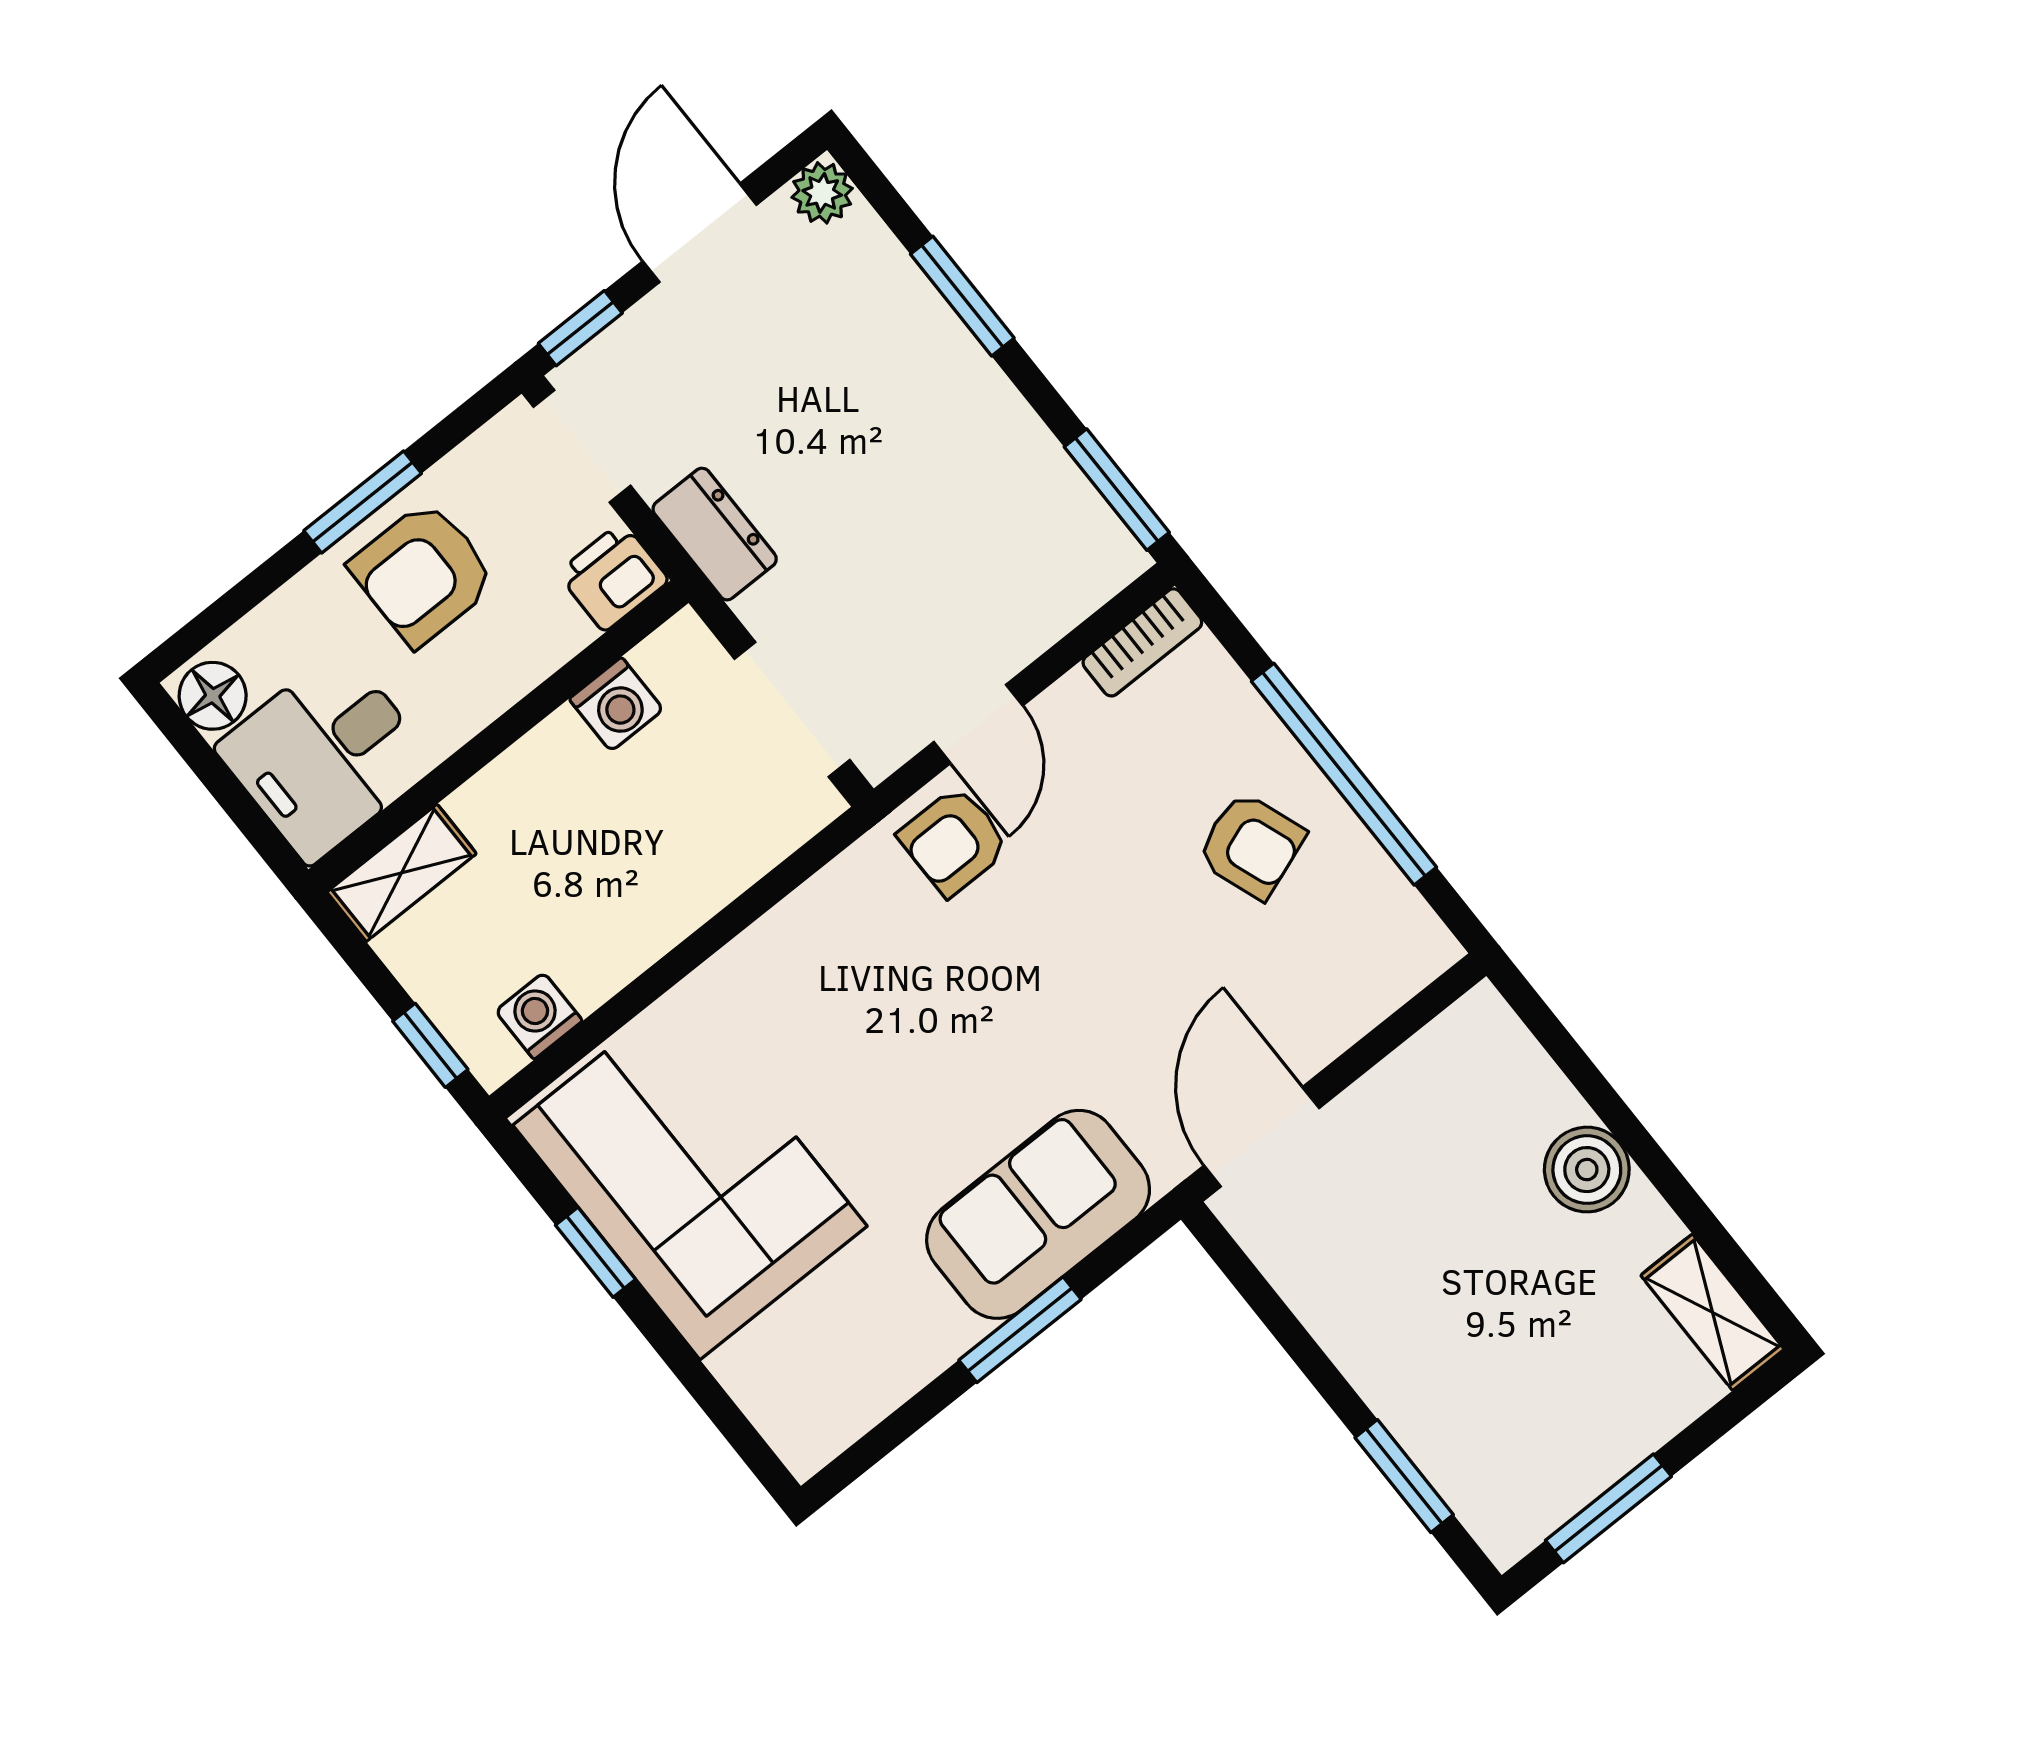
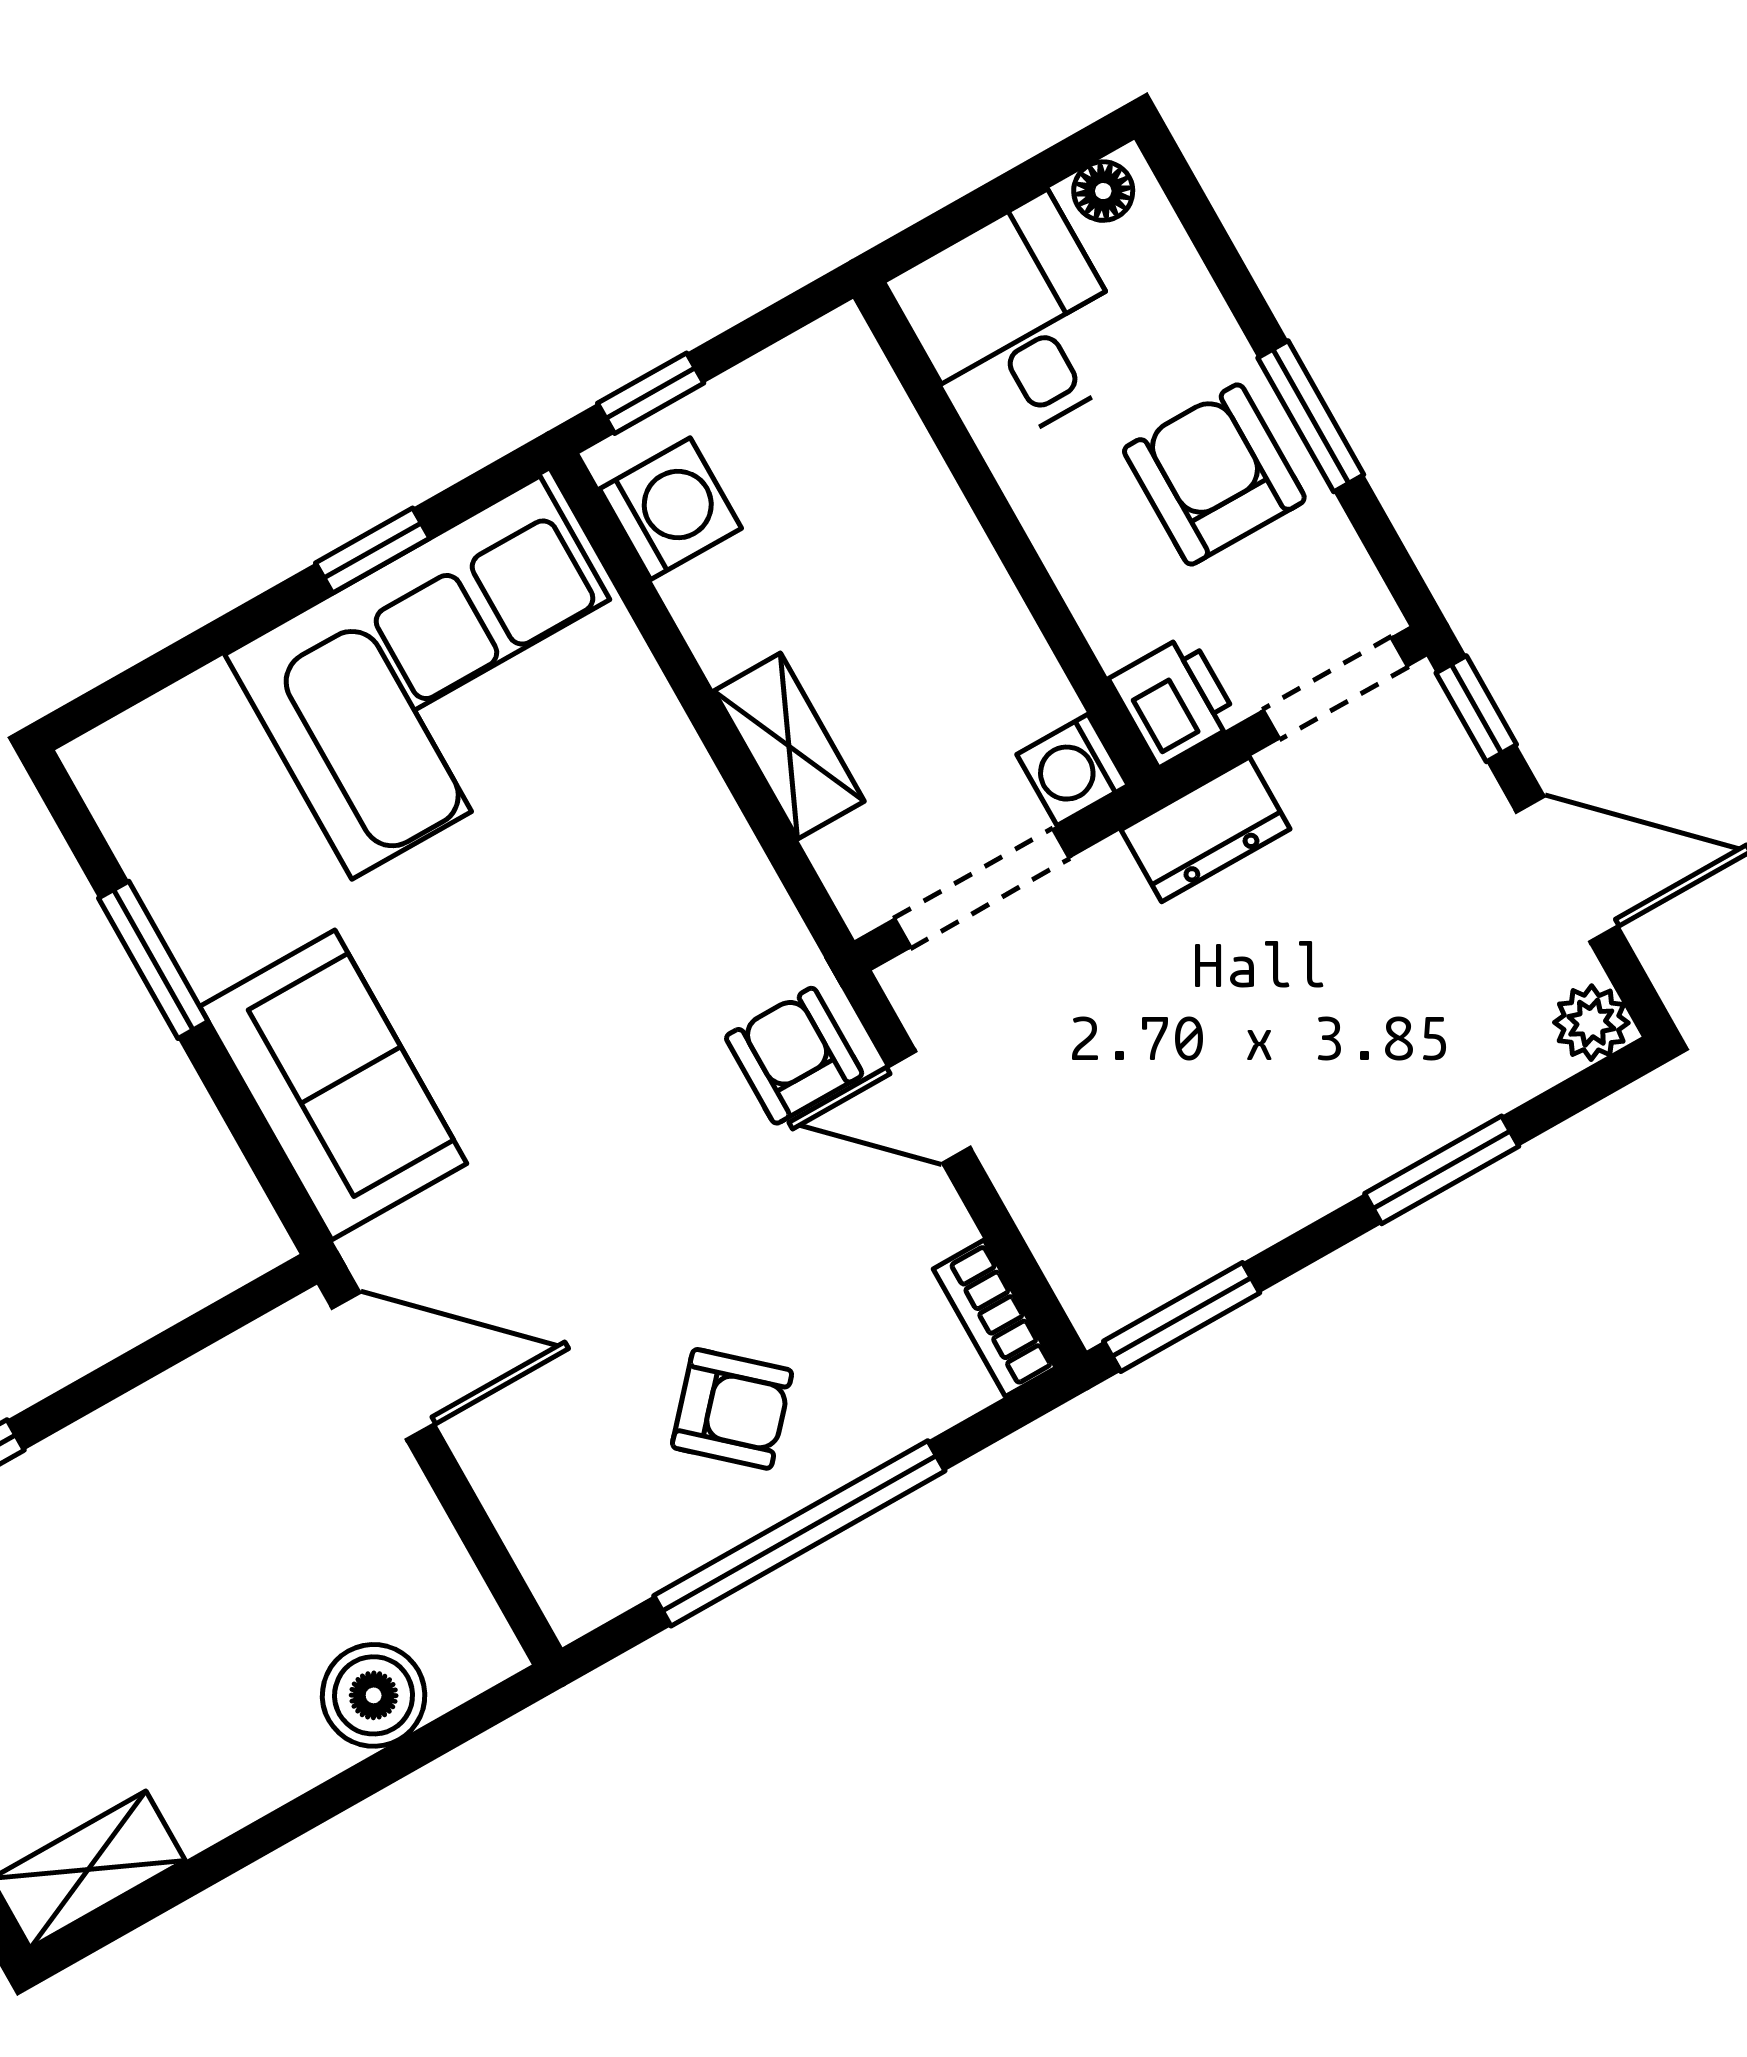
floor lamp: (213, 696) -> (1103, 191), width x0.73, depth x0.73
washing machine: (616, 704) -> (1072, 770), moved
armchair: (1251, 846) -> (732, 1409), turned -118
shelving: (402, 873) -> (789, 746), moved
washing machine: (539, 1016) -> (670, 509), width x1.38, depth x1.38
boiler: (1587, 1170) -> (374, 1695), moved
window: (1020, 1330) -> (153, 960), moved

